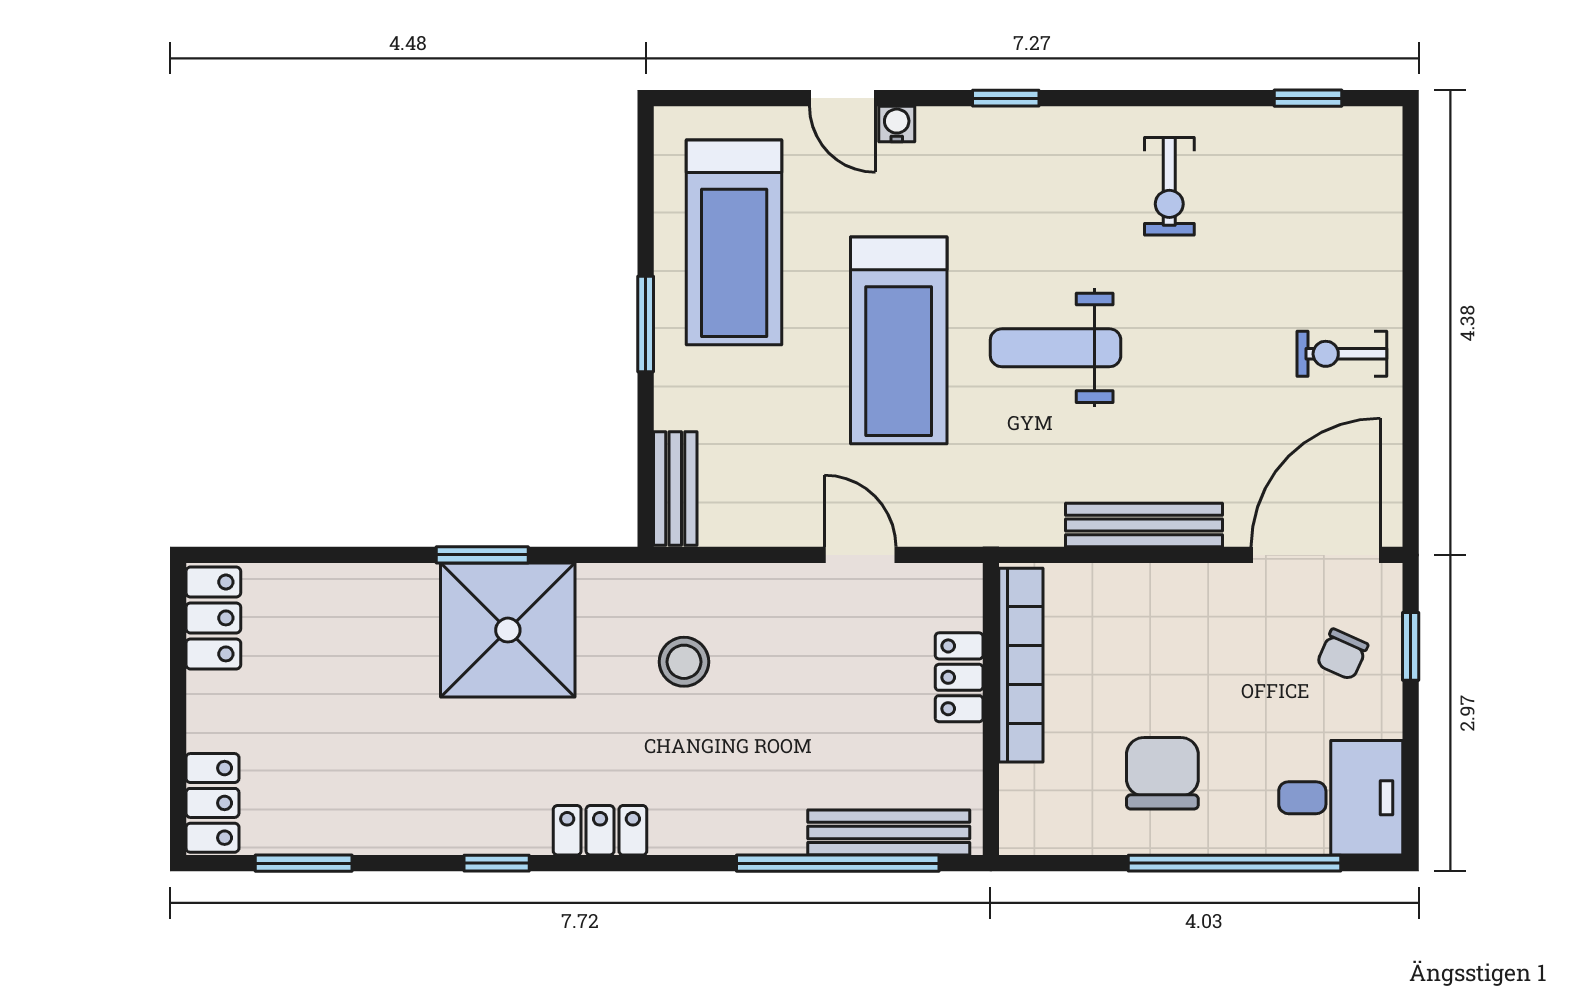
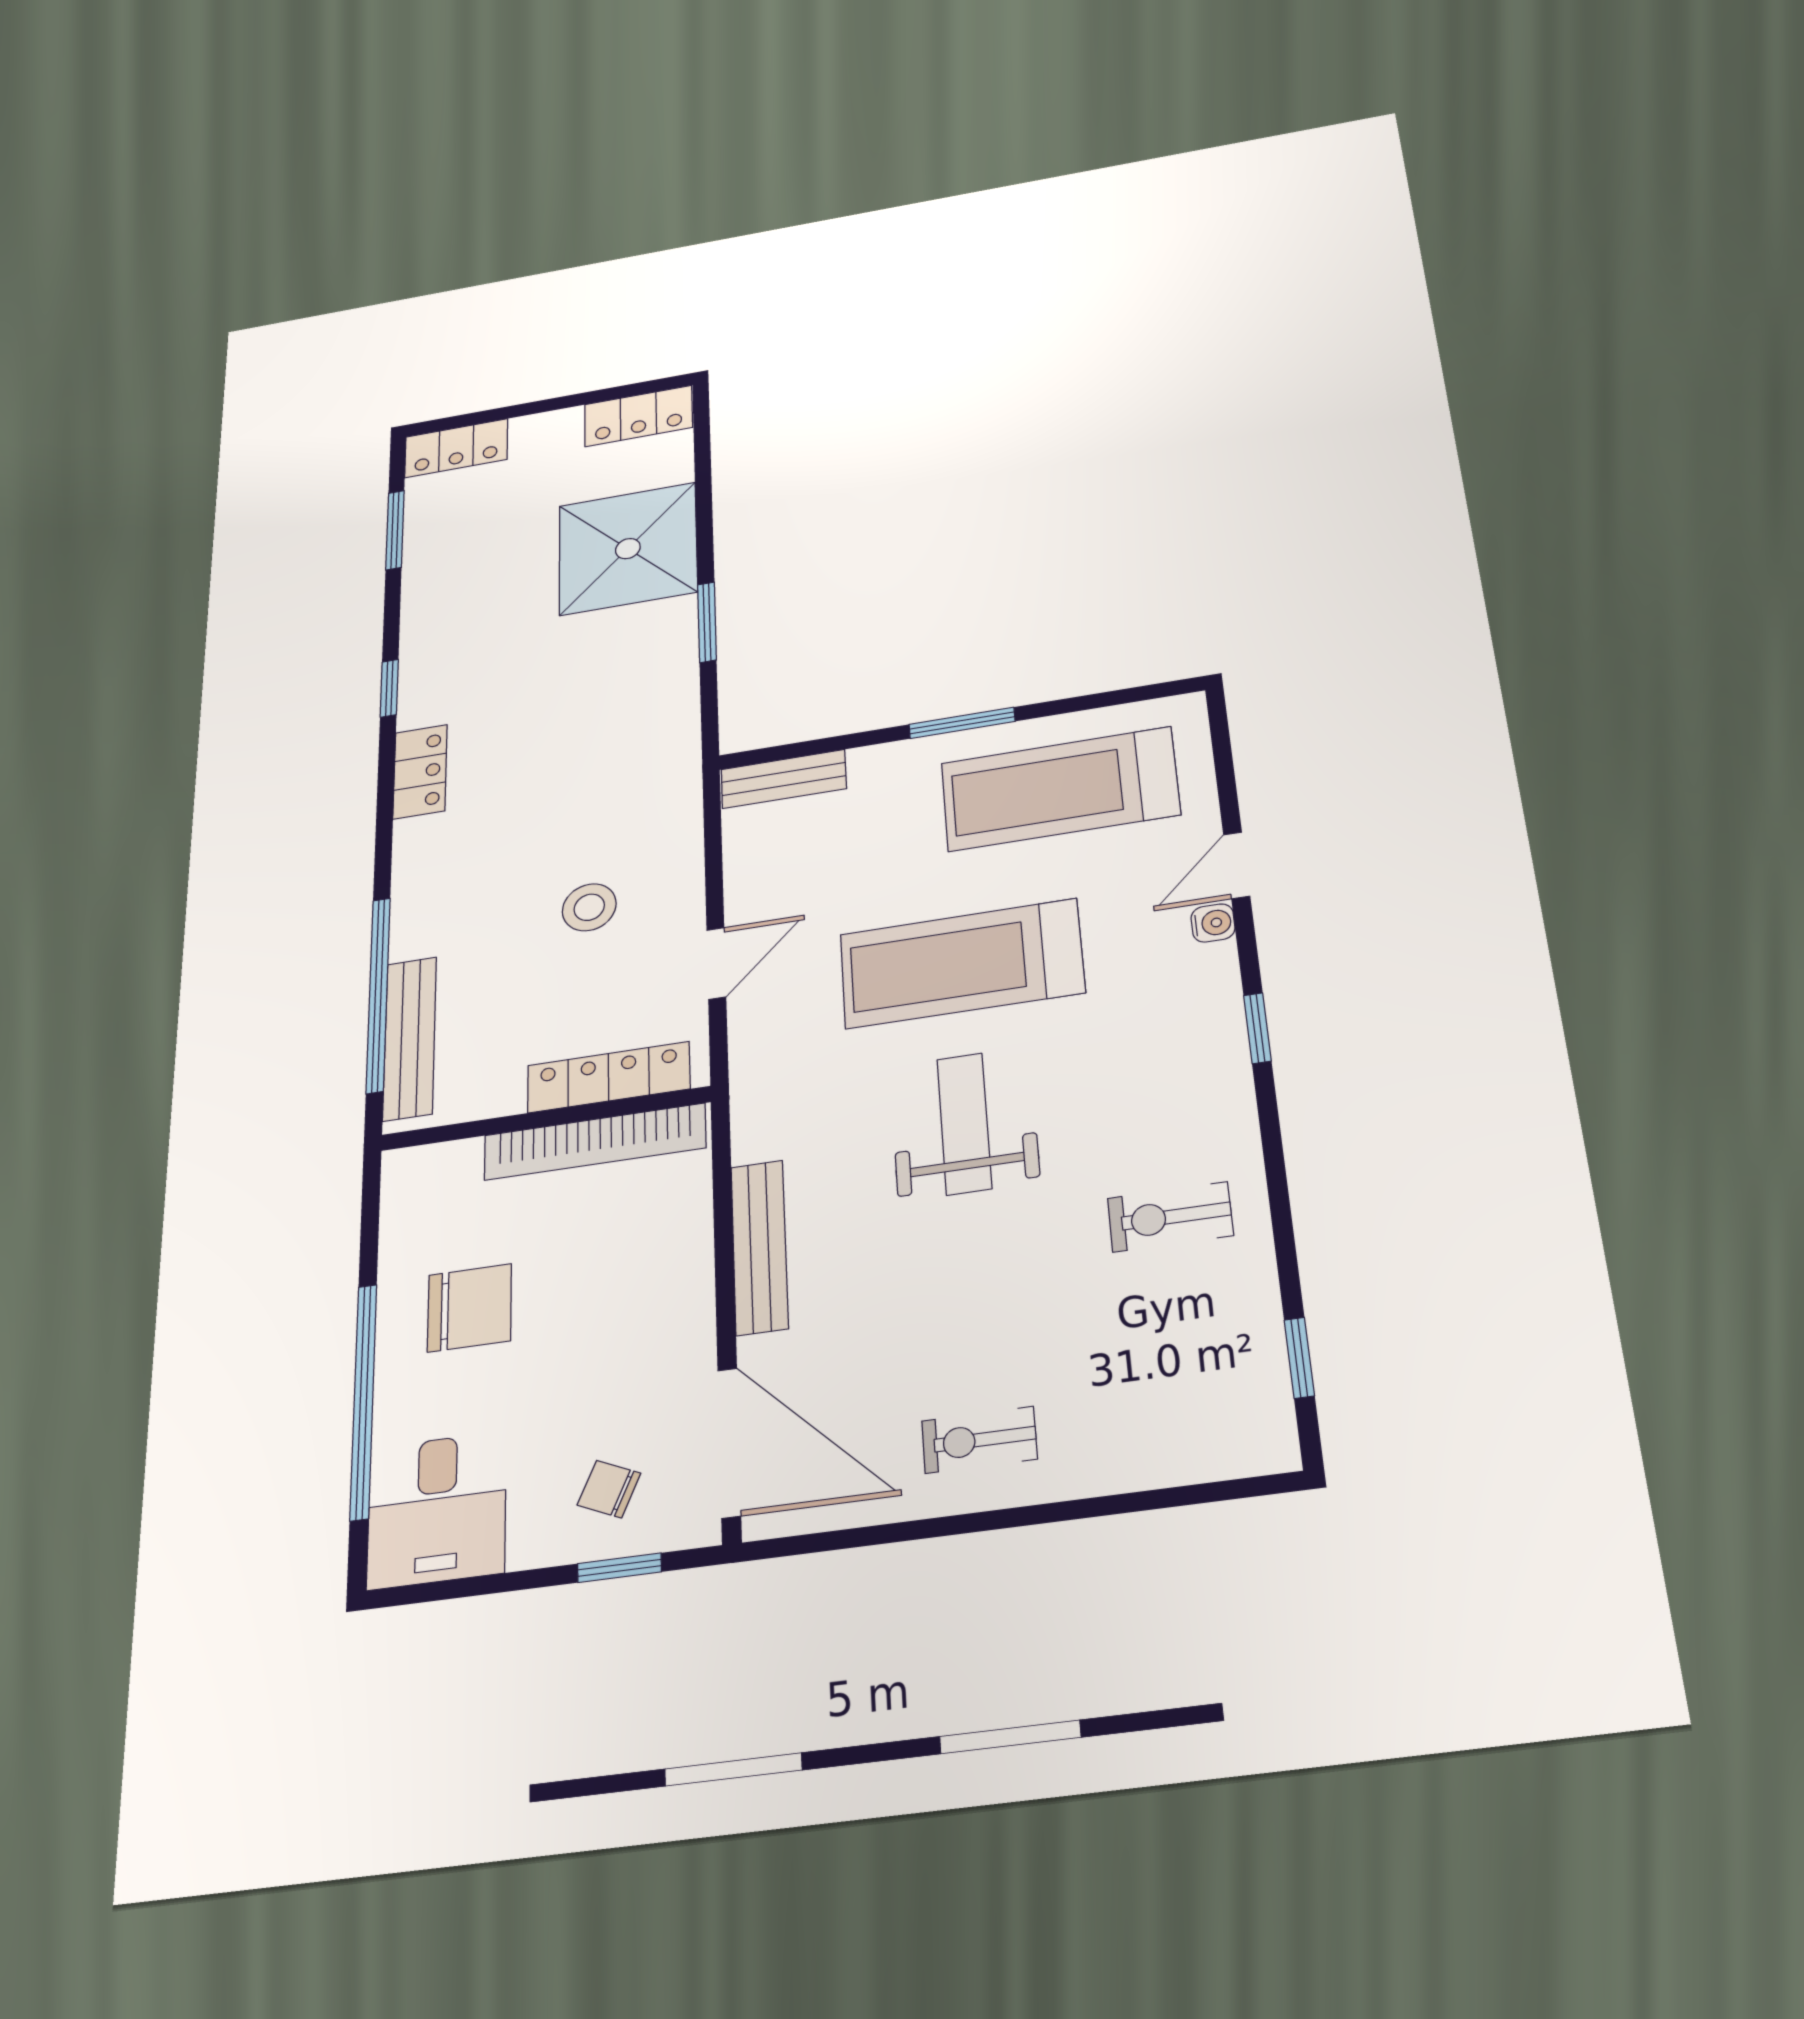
exercise bike: (1342, 354) -> (979, 1440), turned -90
shower: (508, 630) -> (628, 549), moved
stool: (684, 662) -> (589, 907), moved
locker: (959, 677) -> (608, 1077), width x1.53

